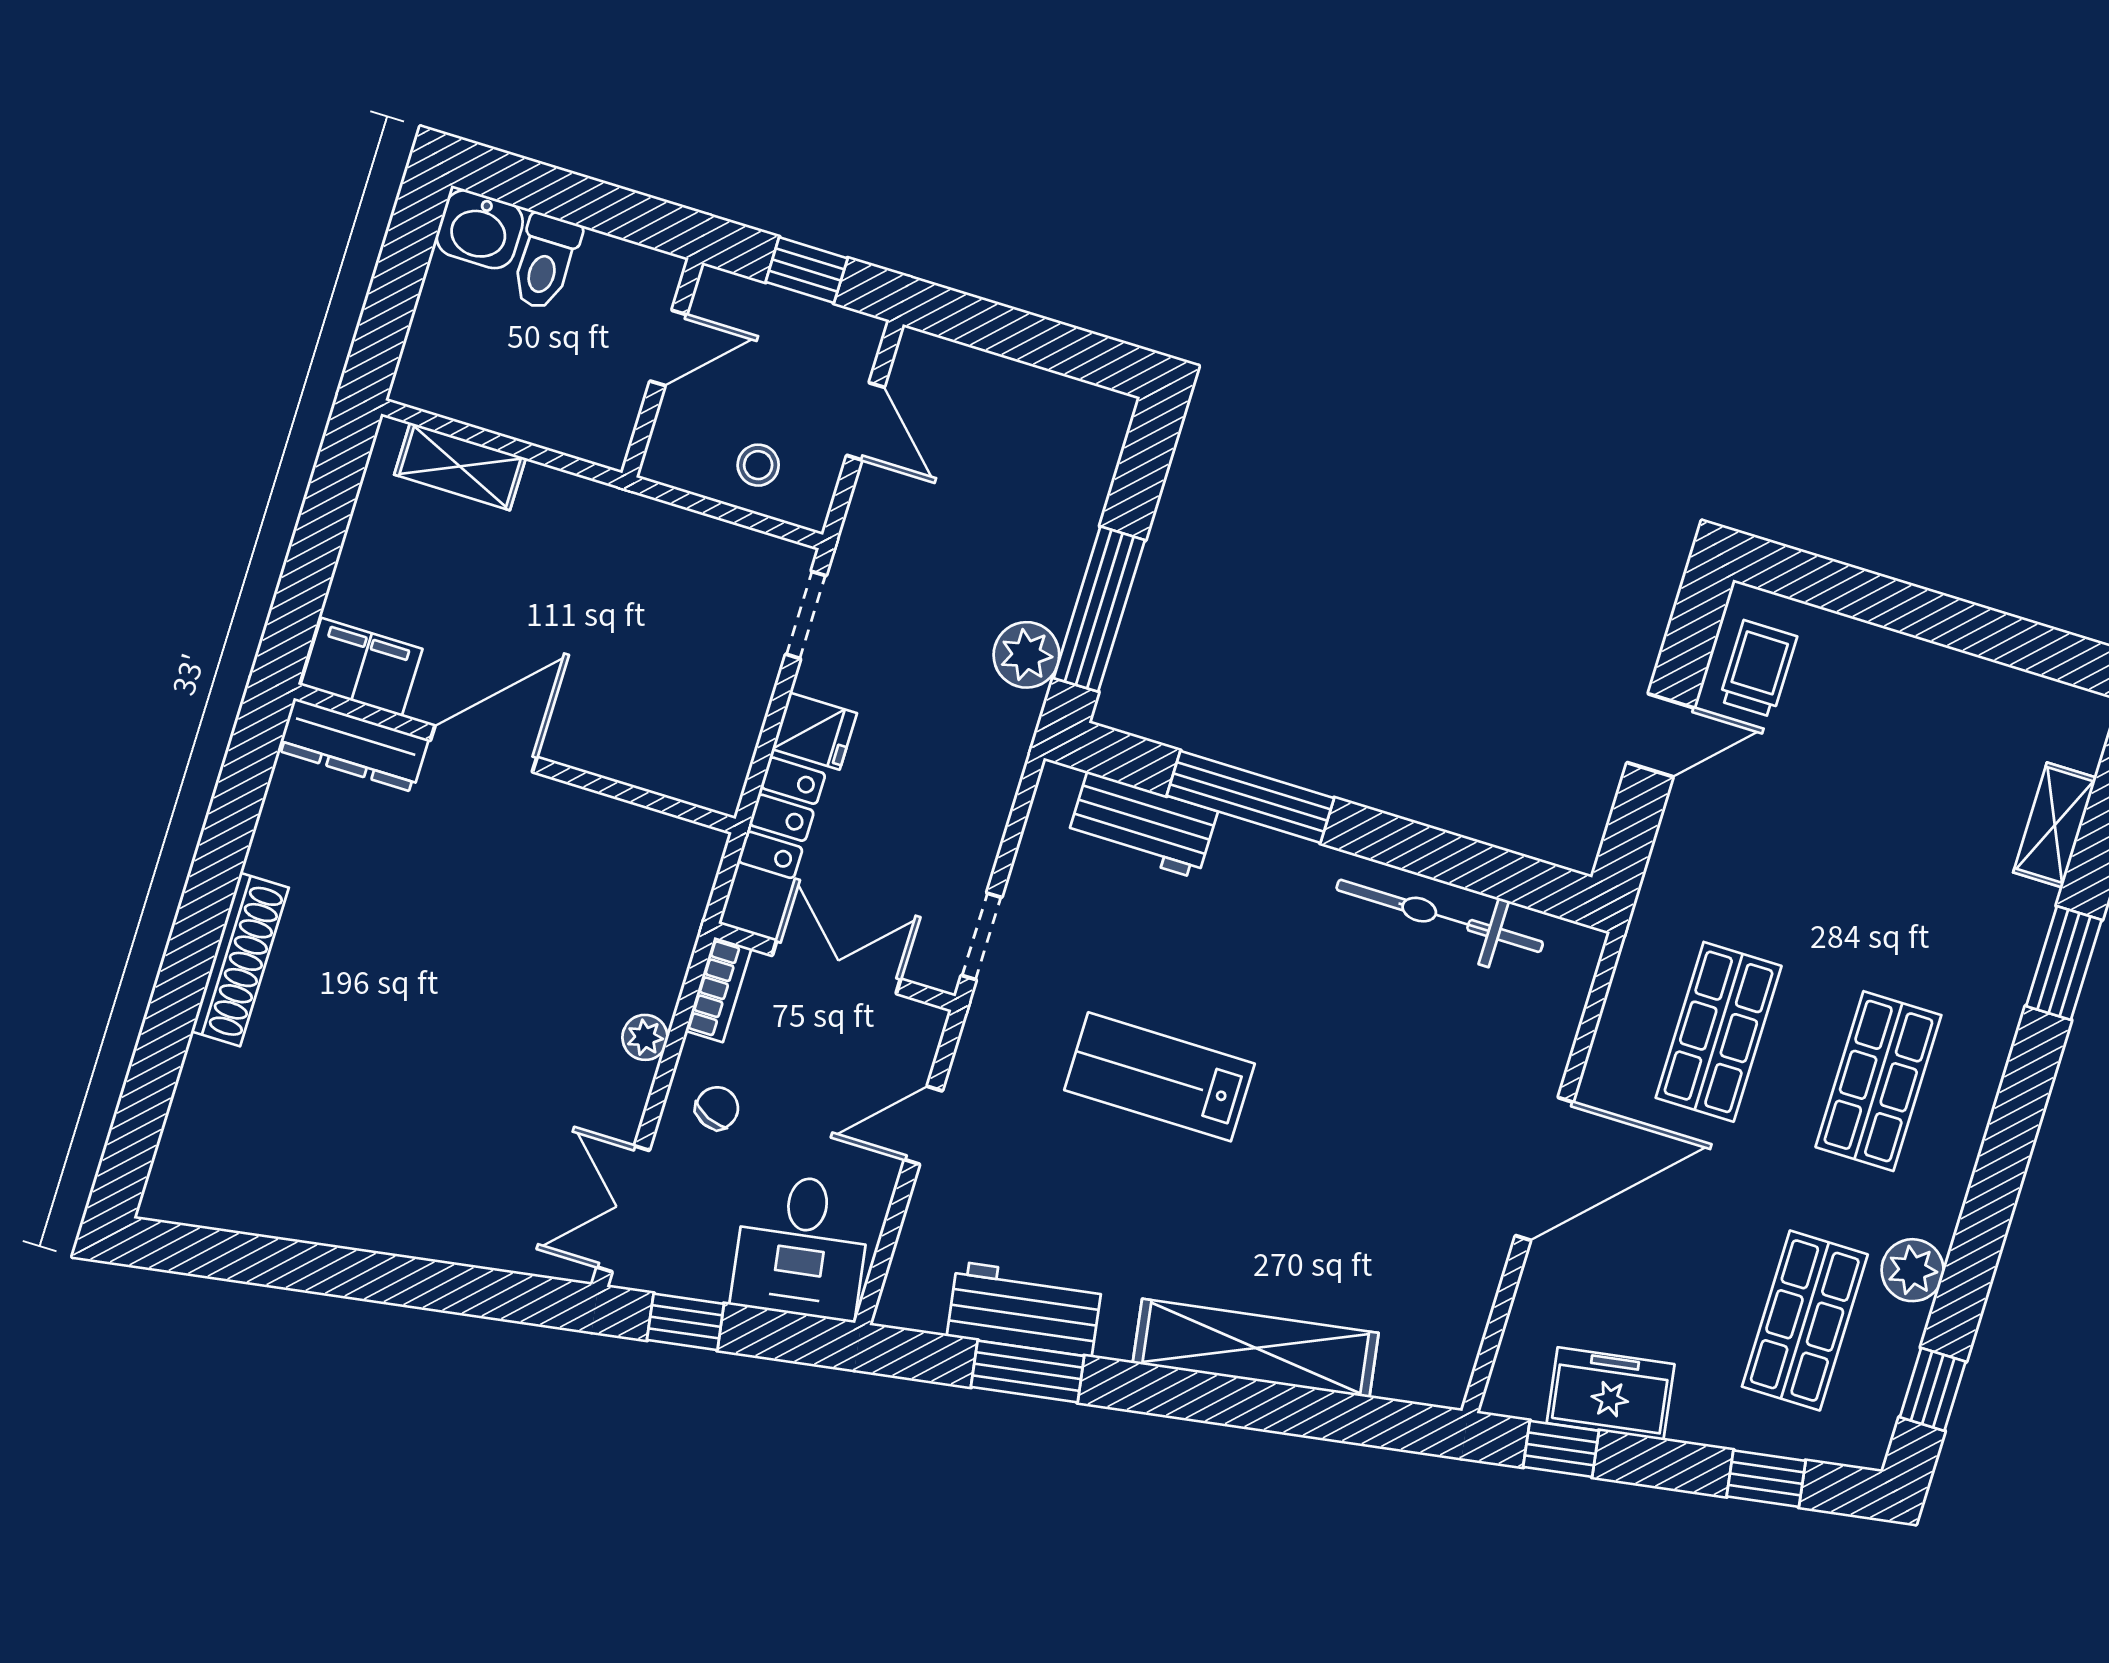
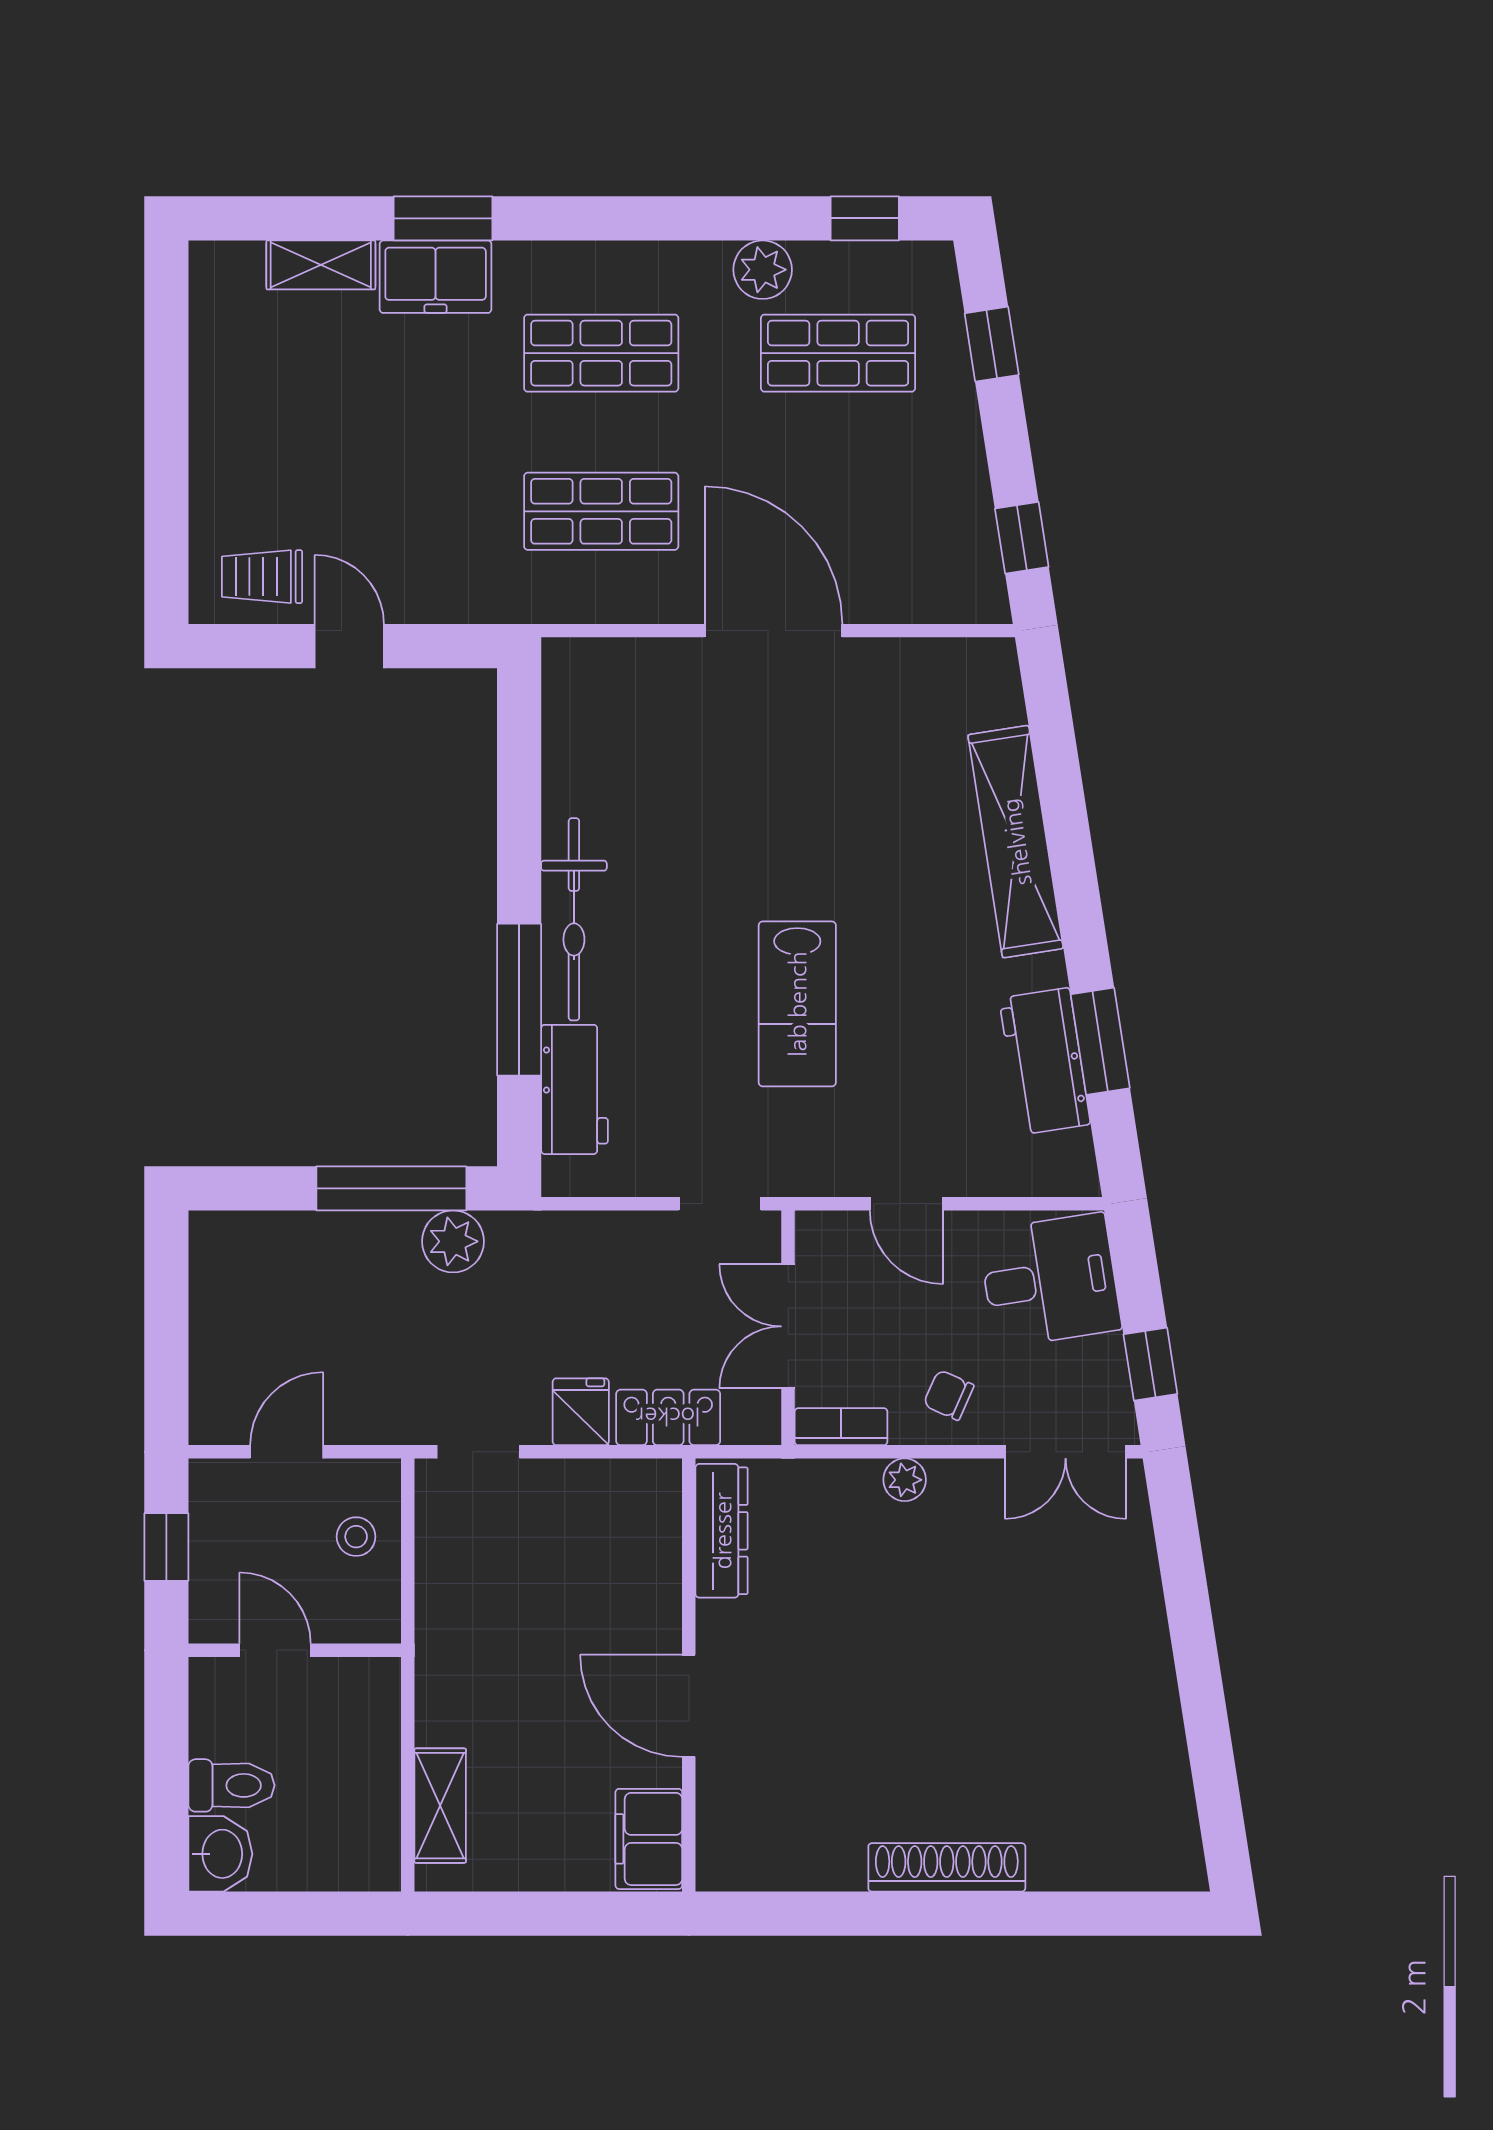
dresser: (353, 745) -> (722, 1531), moved
bicycle: (1440, 916) -> (574, 919), moved
freezer: (1611, 1394) -> (436, 277), moved, turned -81

